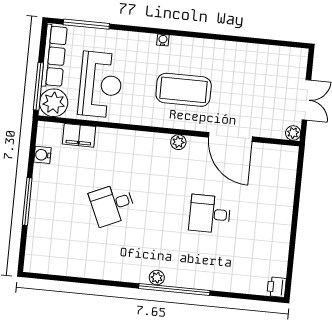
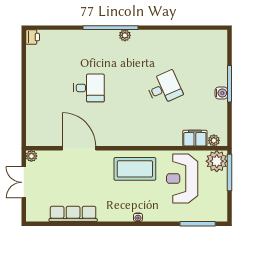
row of seats: (54, 56) -> (73, 214), moved, turned 90
coffee table: (184, 90) -> (135, 169), moved
plant: (178, 142) -> (214, 140), moved
water cooler: (42, 155) -> (221, 93), moved

